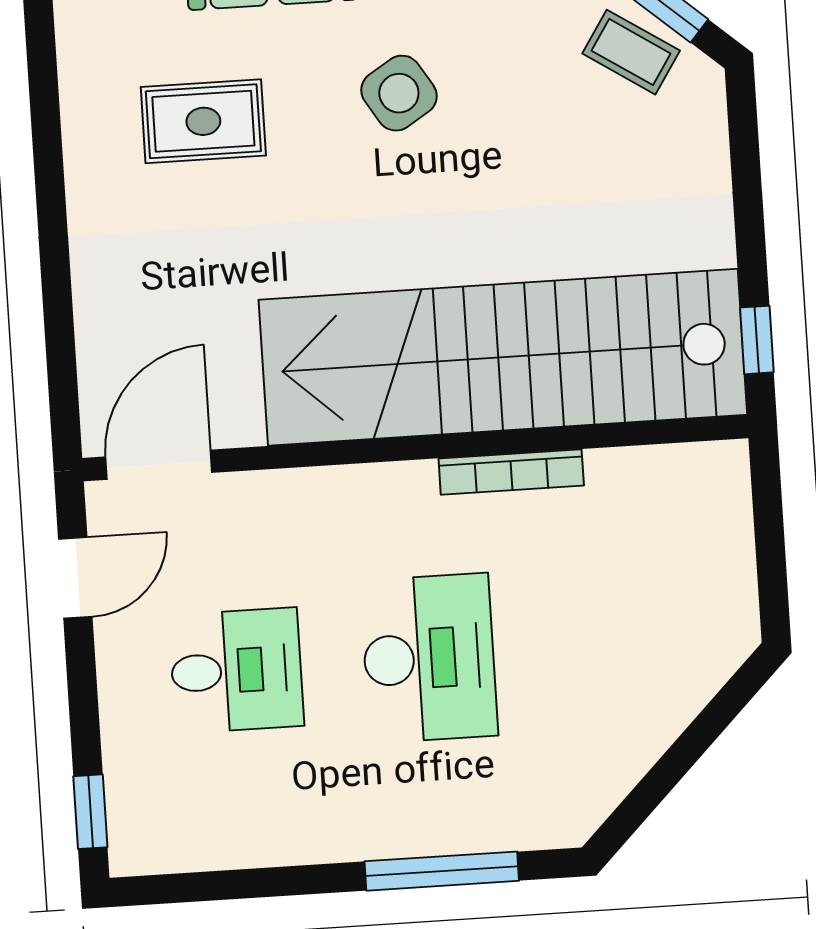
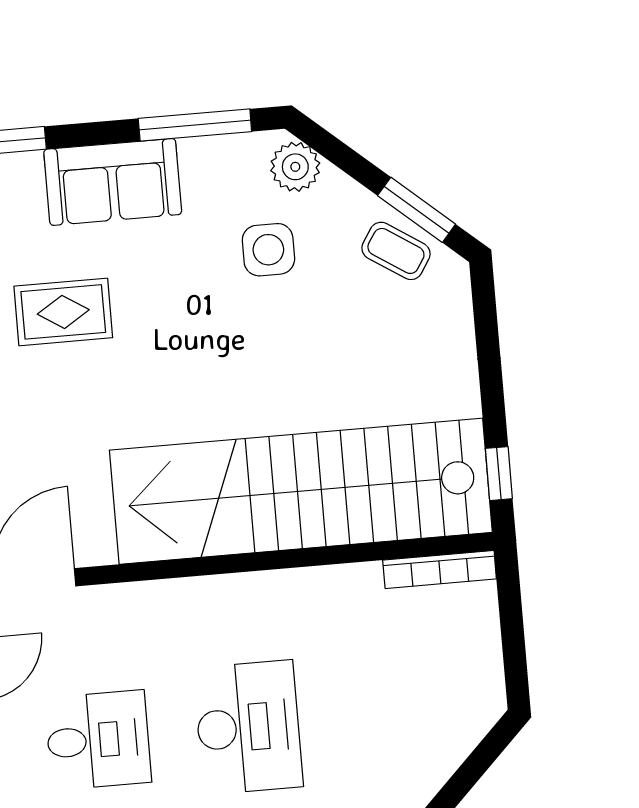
side table: (399, 93) -> (268, 250), moved, turned 32
bookcase: (511, 472) -> (440, 569), moved

